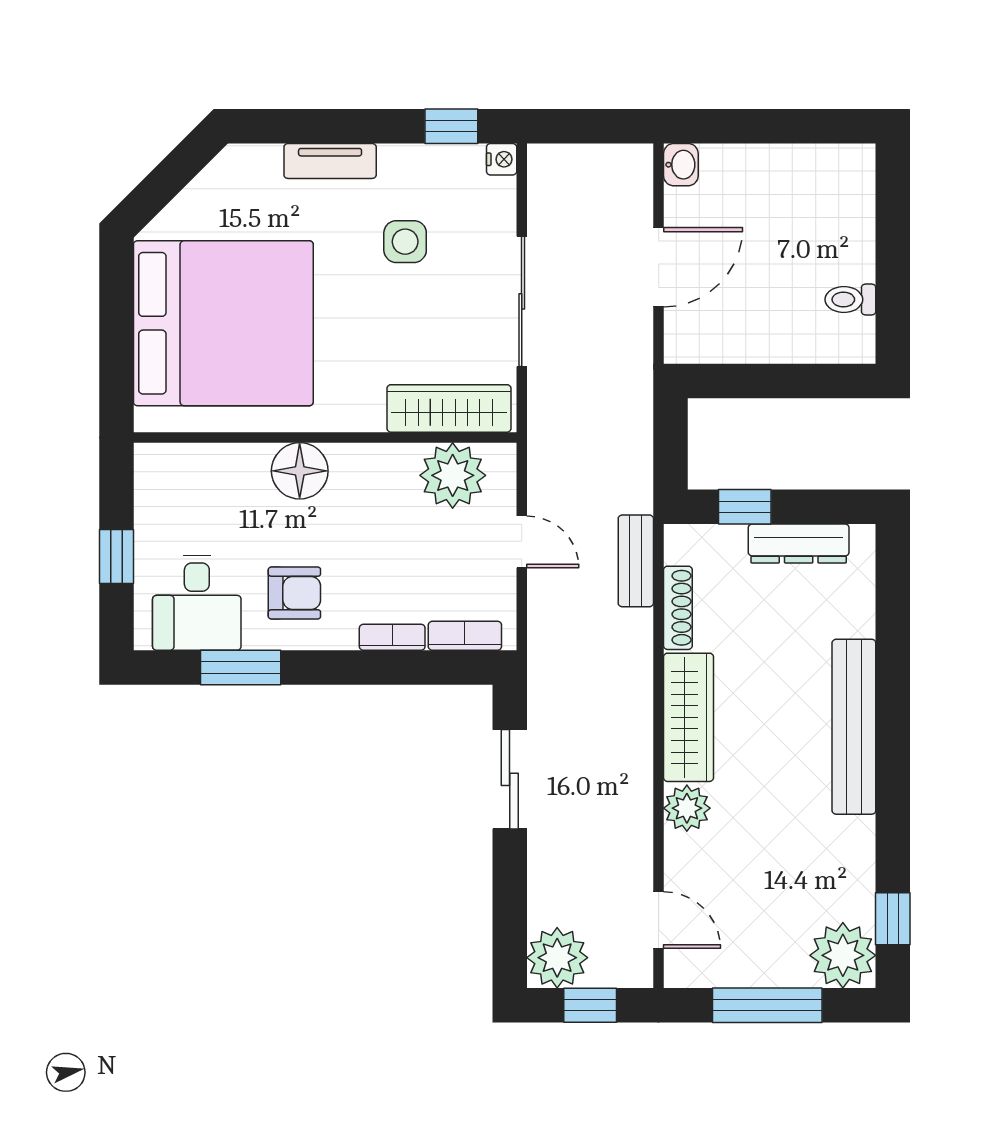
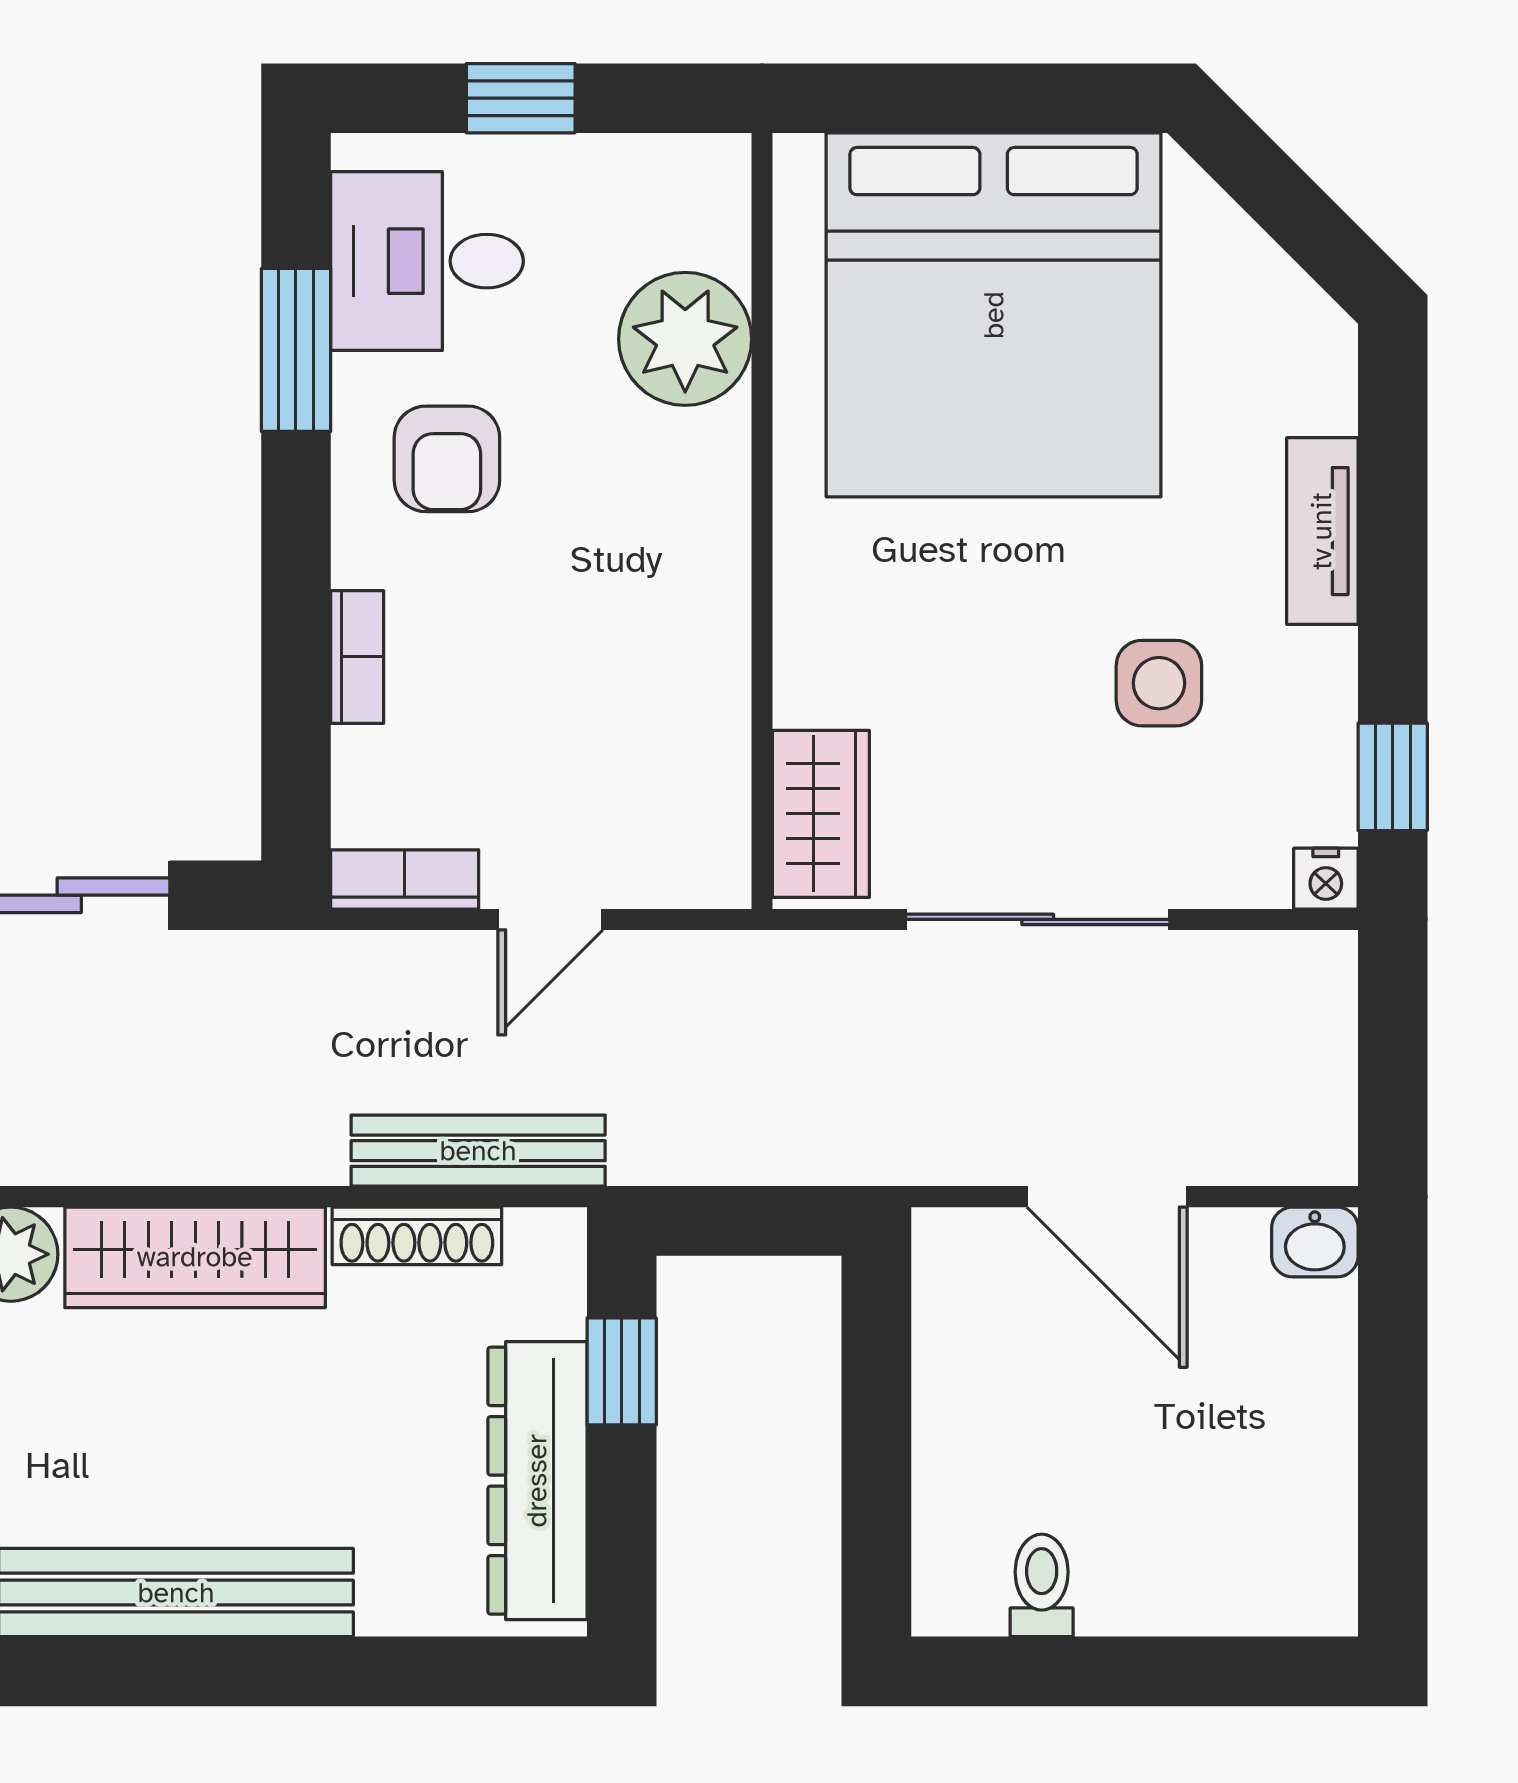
wardrobe: (449, 408) -> (821, 814), width x0.67
floor lamp: (300, 471) -> (694, 470), removed
plant: (453, 475) -> (685, 339), moved
dresser: (799, 543) -> (537, 1481), width x1.37, depth x1.24
bench: (636, 561) -> (478, 1151), width x1.36
bookcase: (465, 636) -> (405, 879), moved, turned -90

